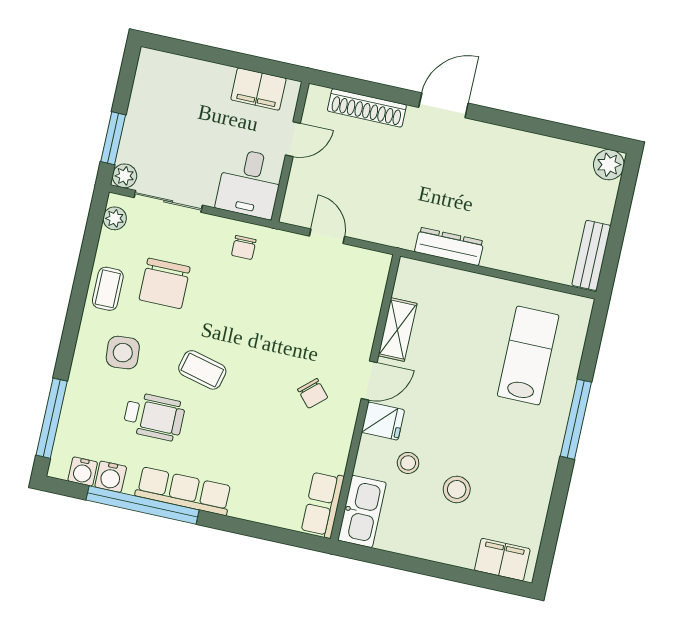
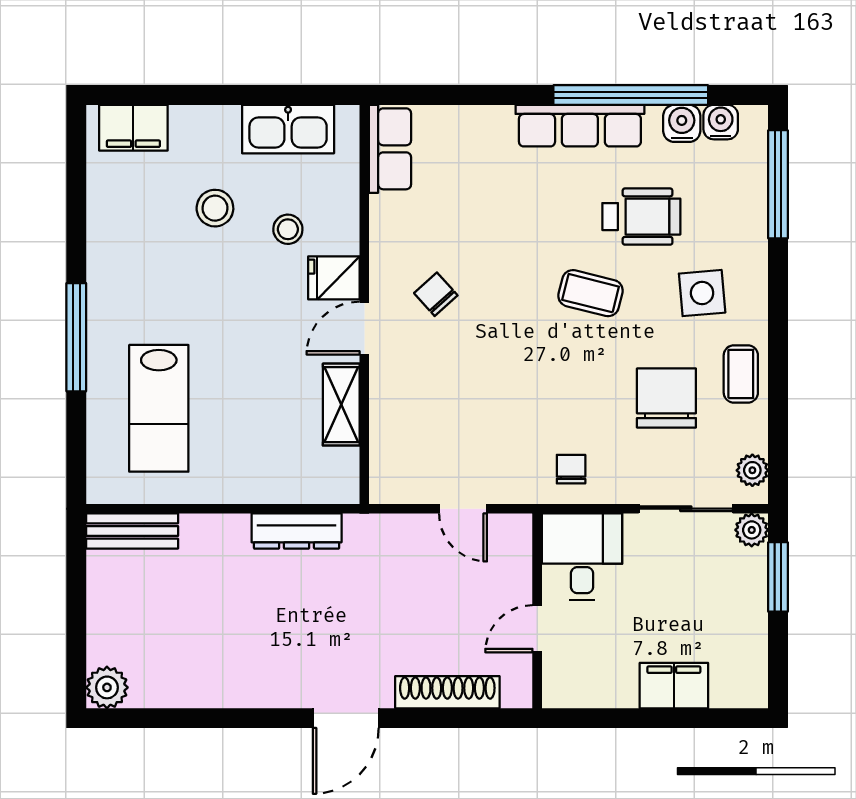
filing cabinet: (258, 89) -> (674, 686), moved
bench: (591, 255) -> (132, 531), moved, turned 90
wheelchair: (154, 417) -> (641, 217), turned 180
kitchen sink: (362, 511) -> (288, 129), moved, turned -90

